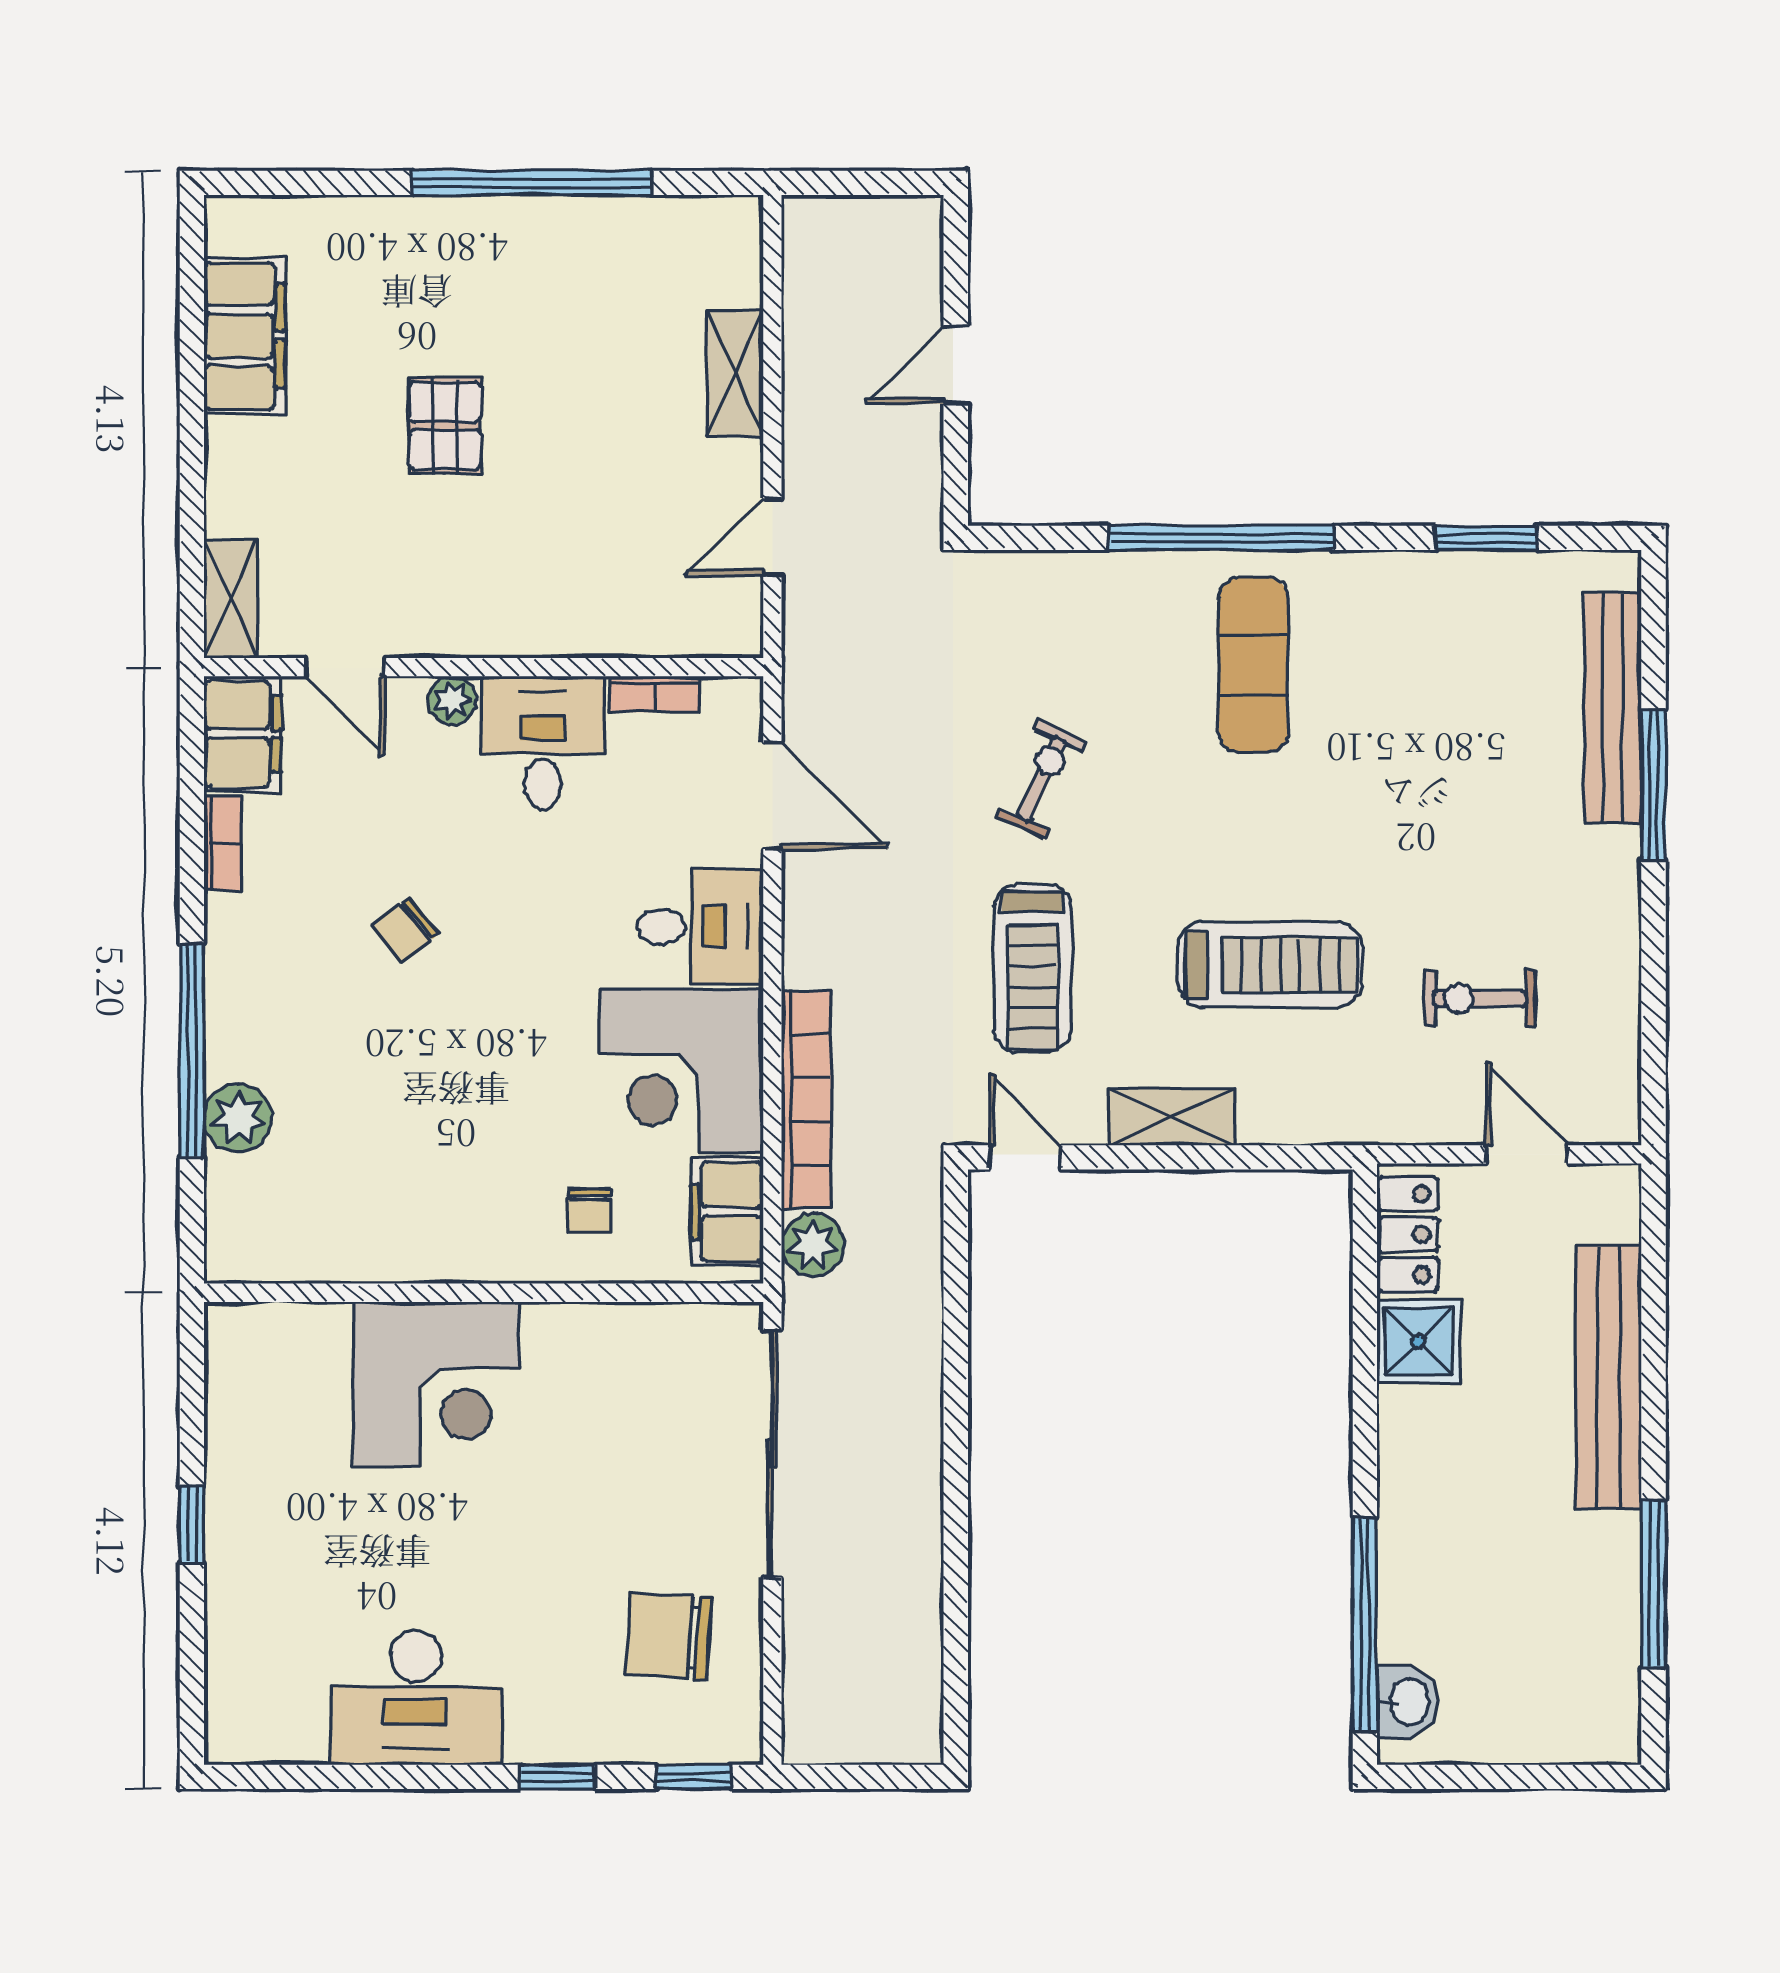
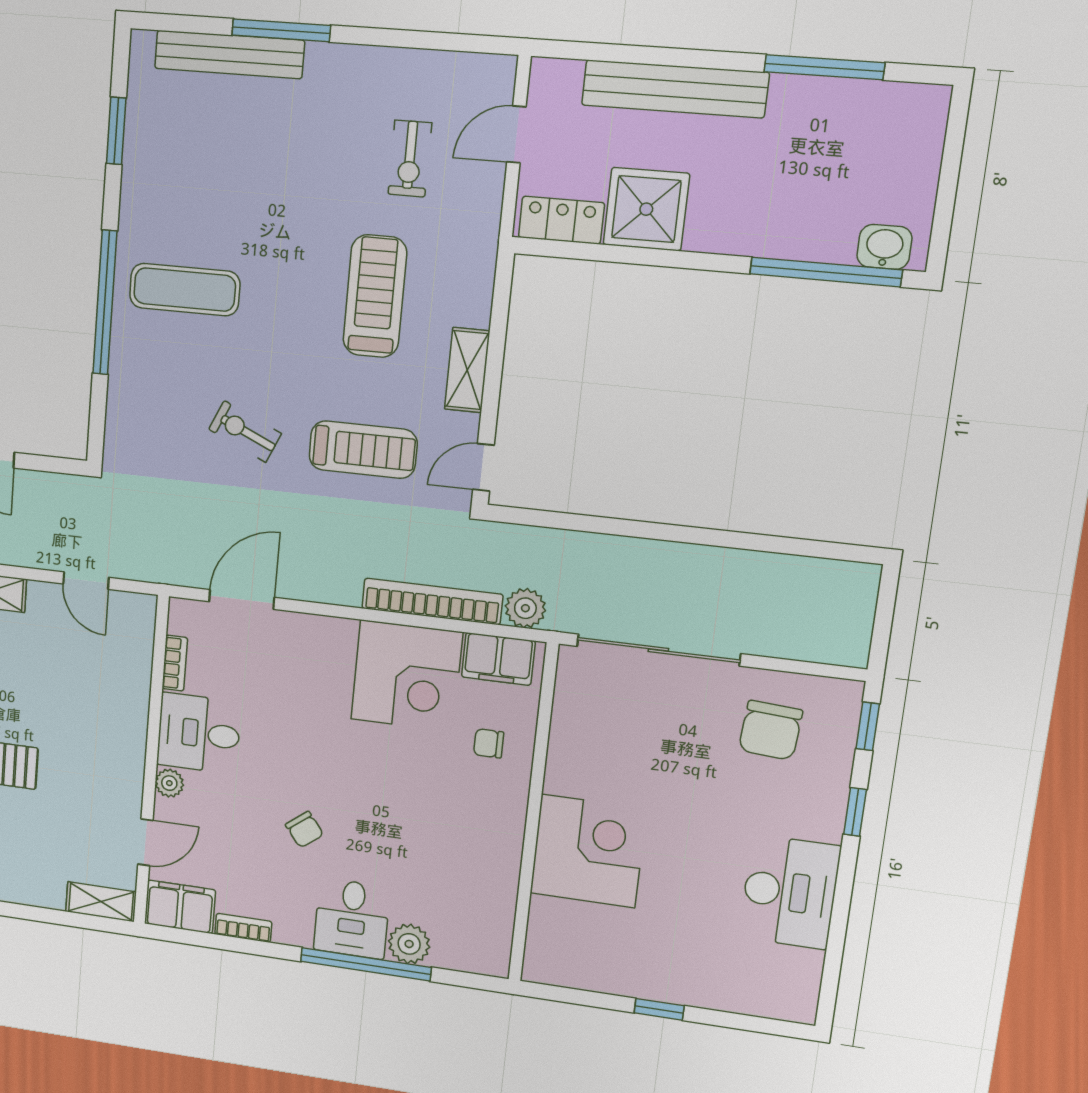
desk: (700, 926) -> (352, 918), moved, turned 180
chair: (590, 1211) -> (489, 743), turned 180
shower: (1419, 1342) -> (646, 209), width x1.36, depth x1.36

